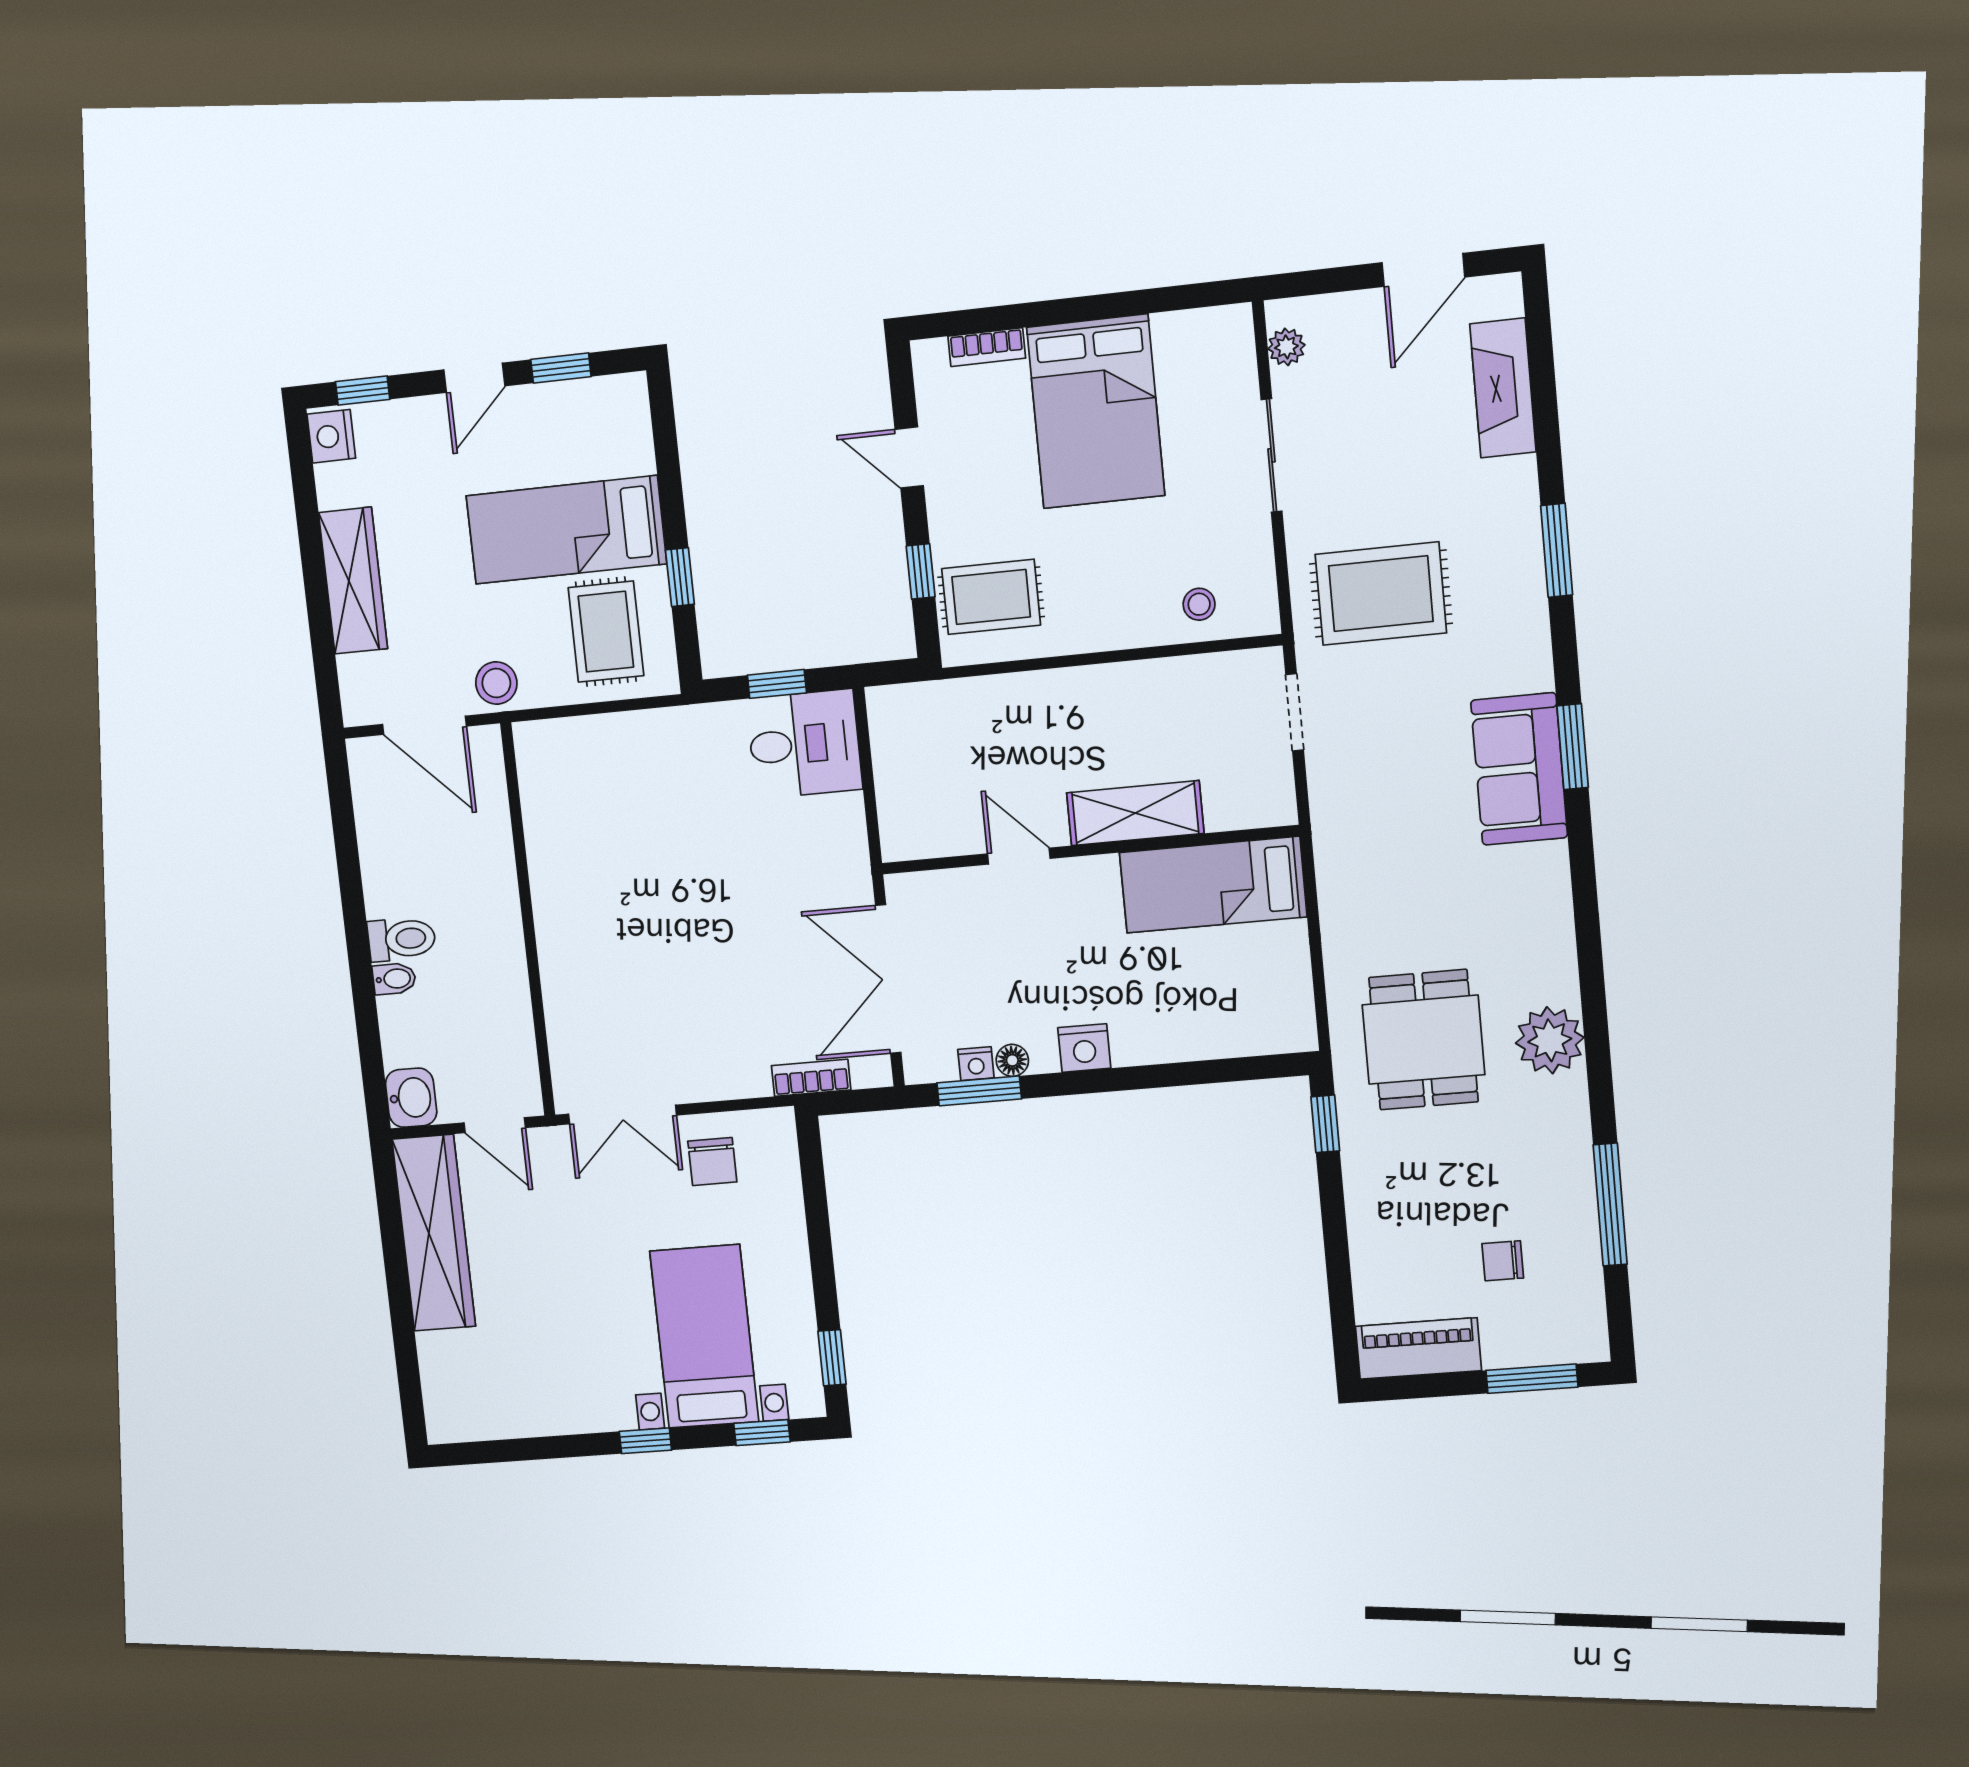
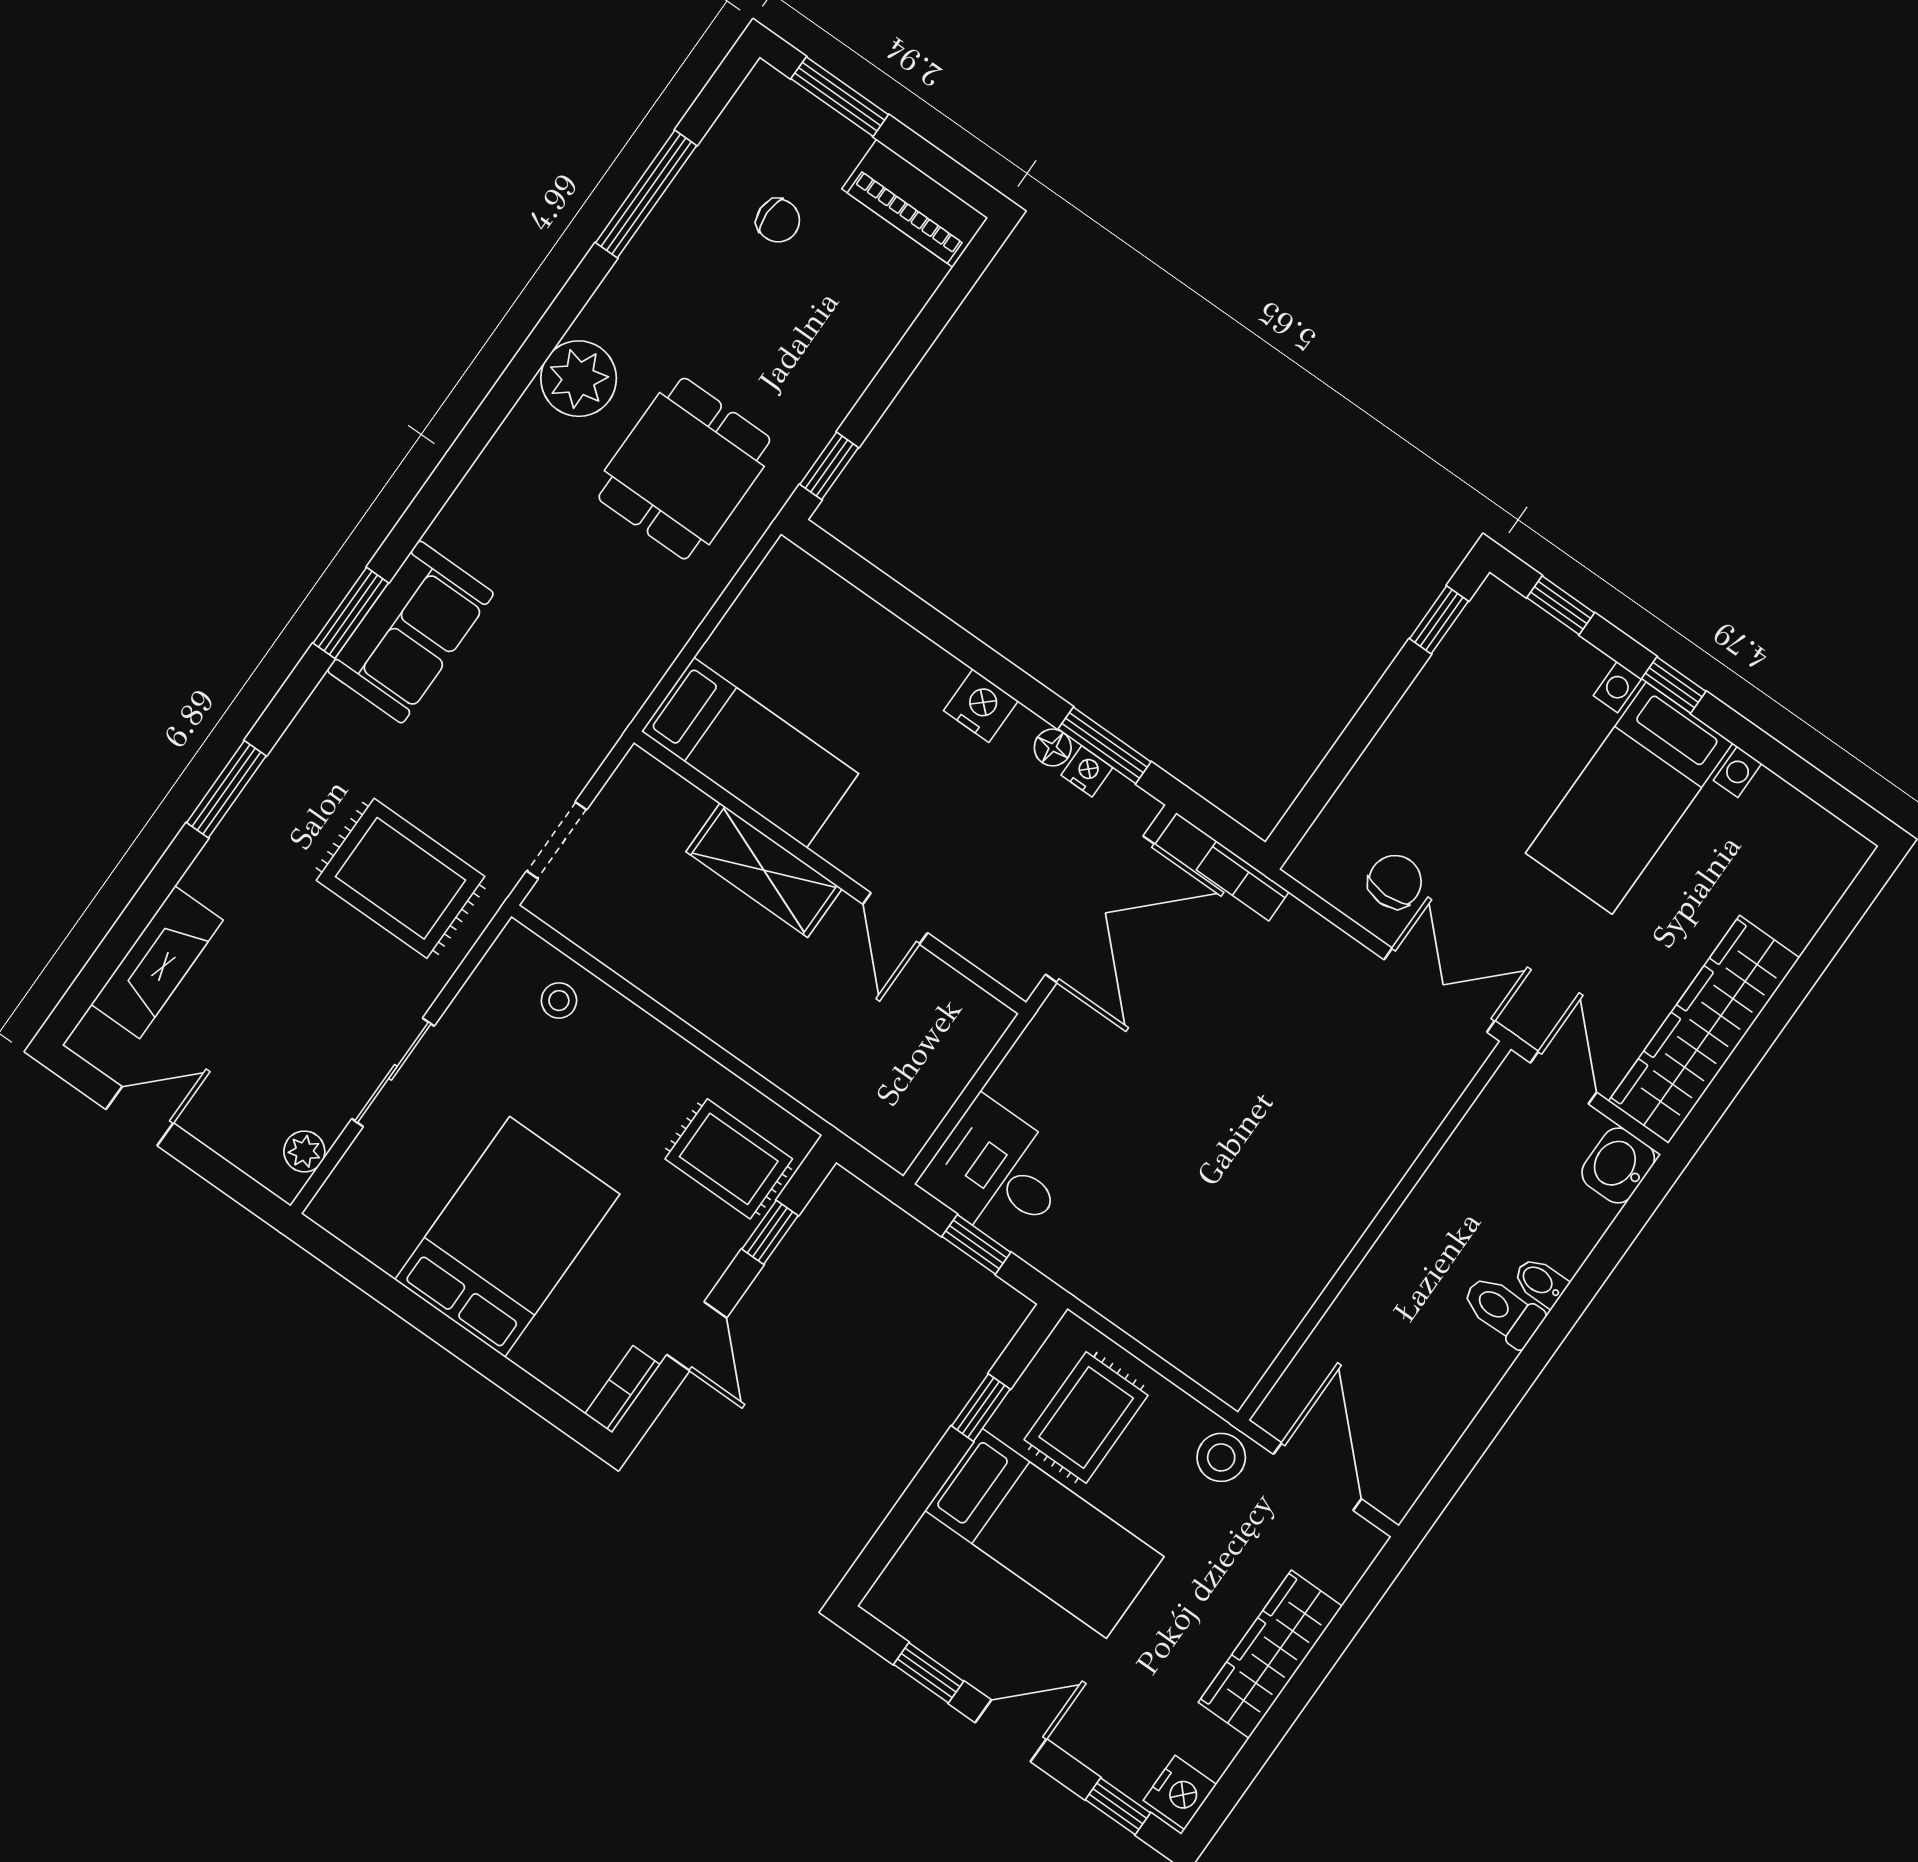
door: (1423, 270) -> (140, 1116), width x0.73
bookcase: (987, 347) -> (623, 1389), moved, turned -90
bed with nightstands: (704, 1336) -> (1629, 798), moved

